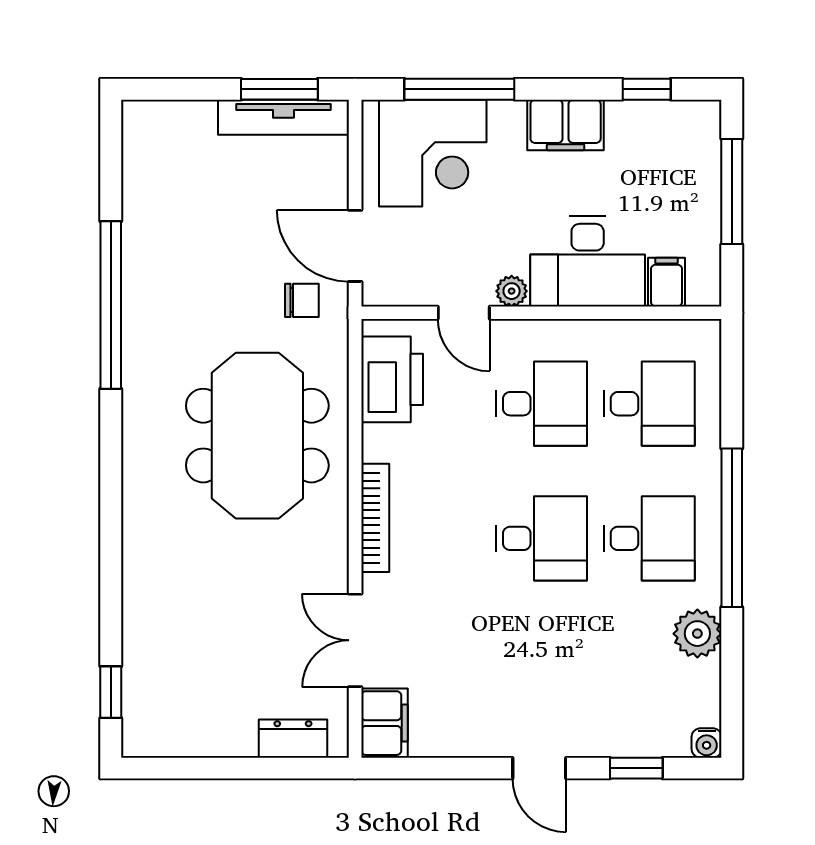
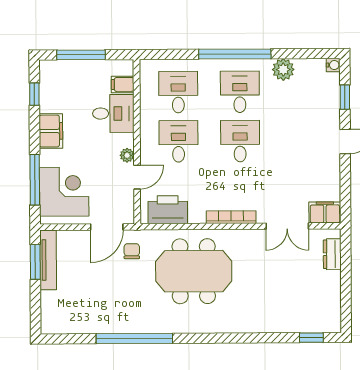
desk: (588, 262) -> (113, 113), width x0.73

